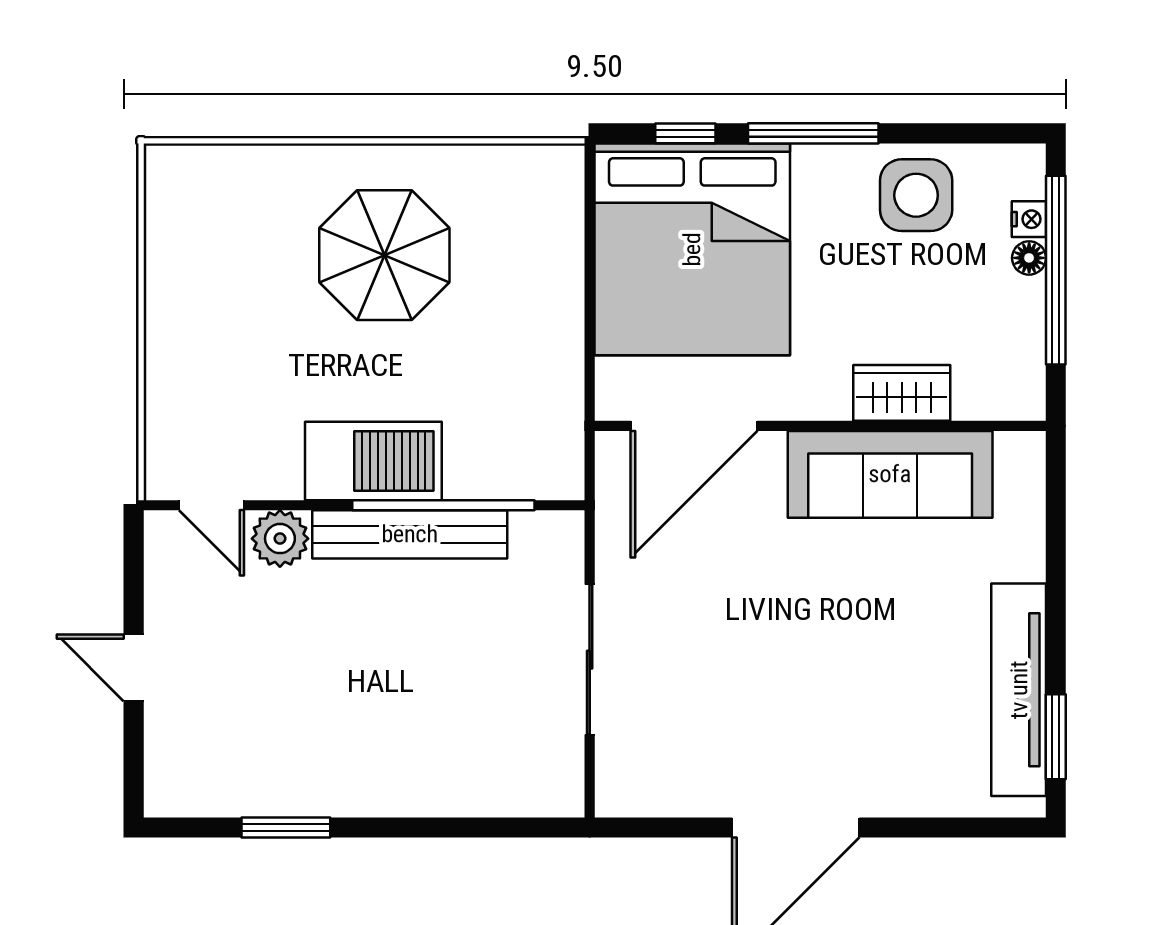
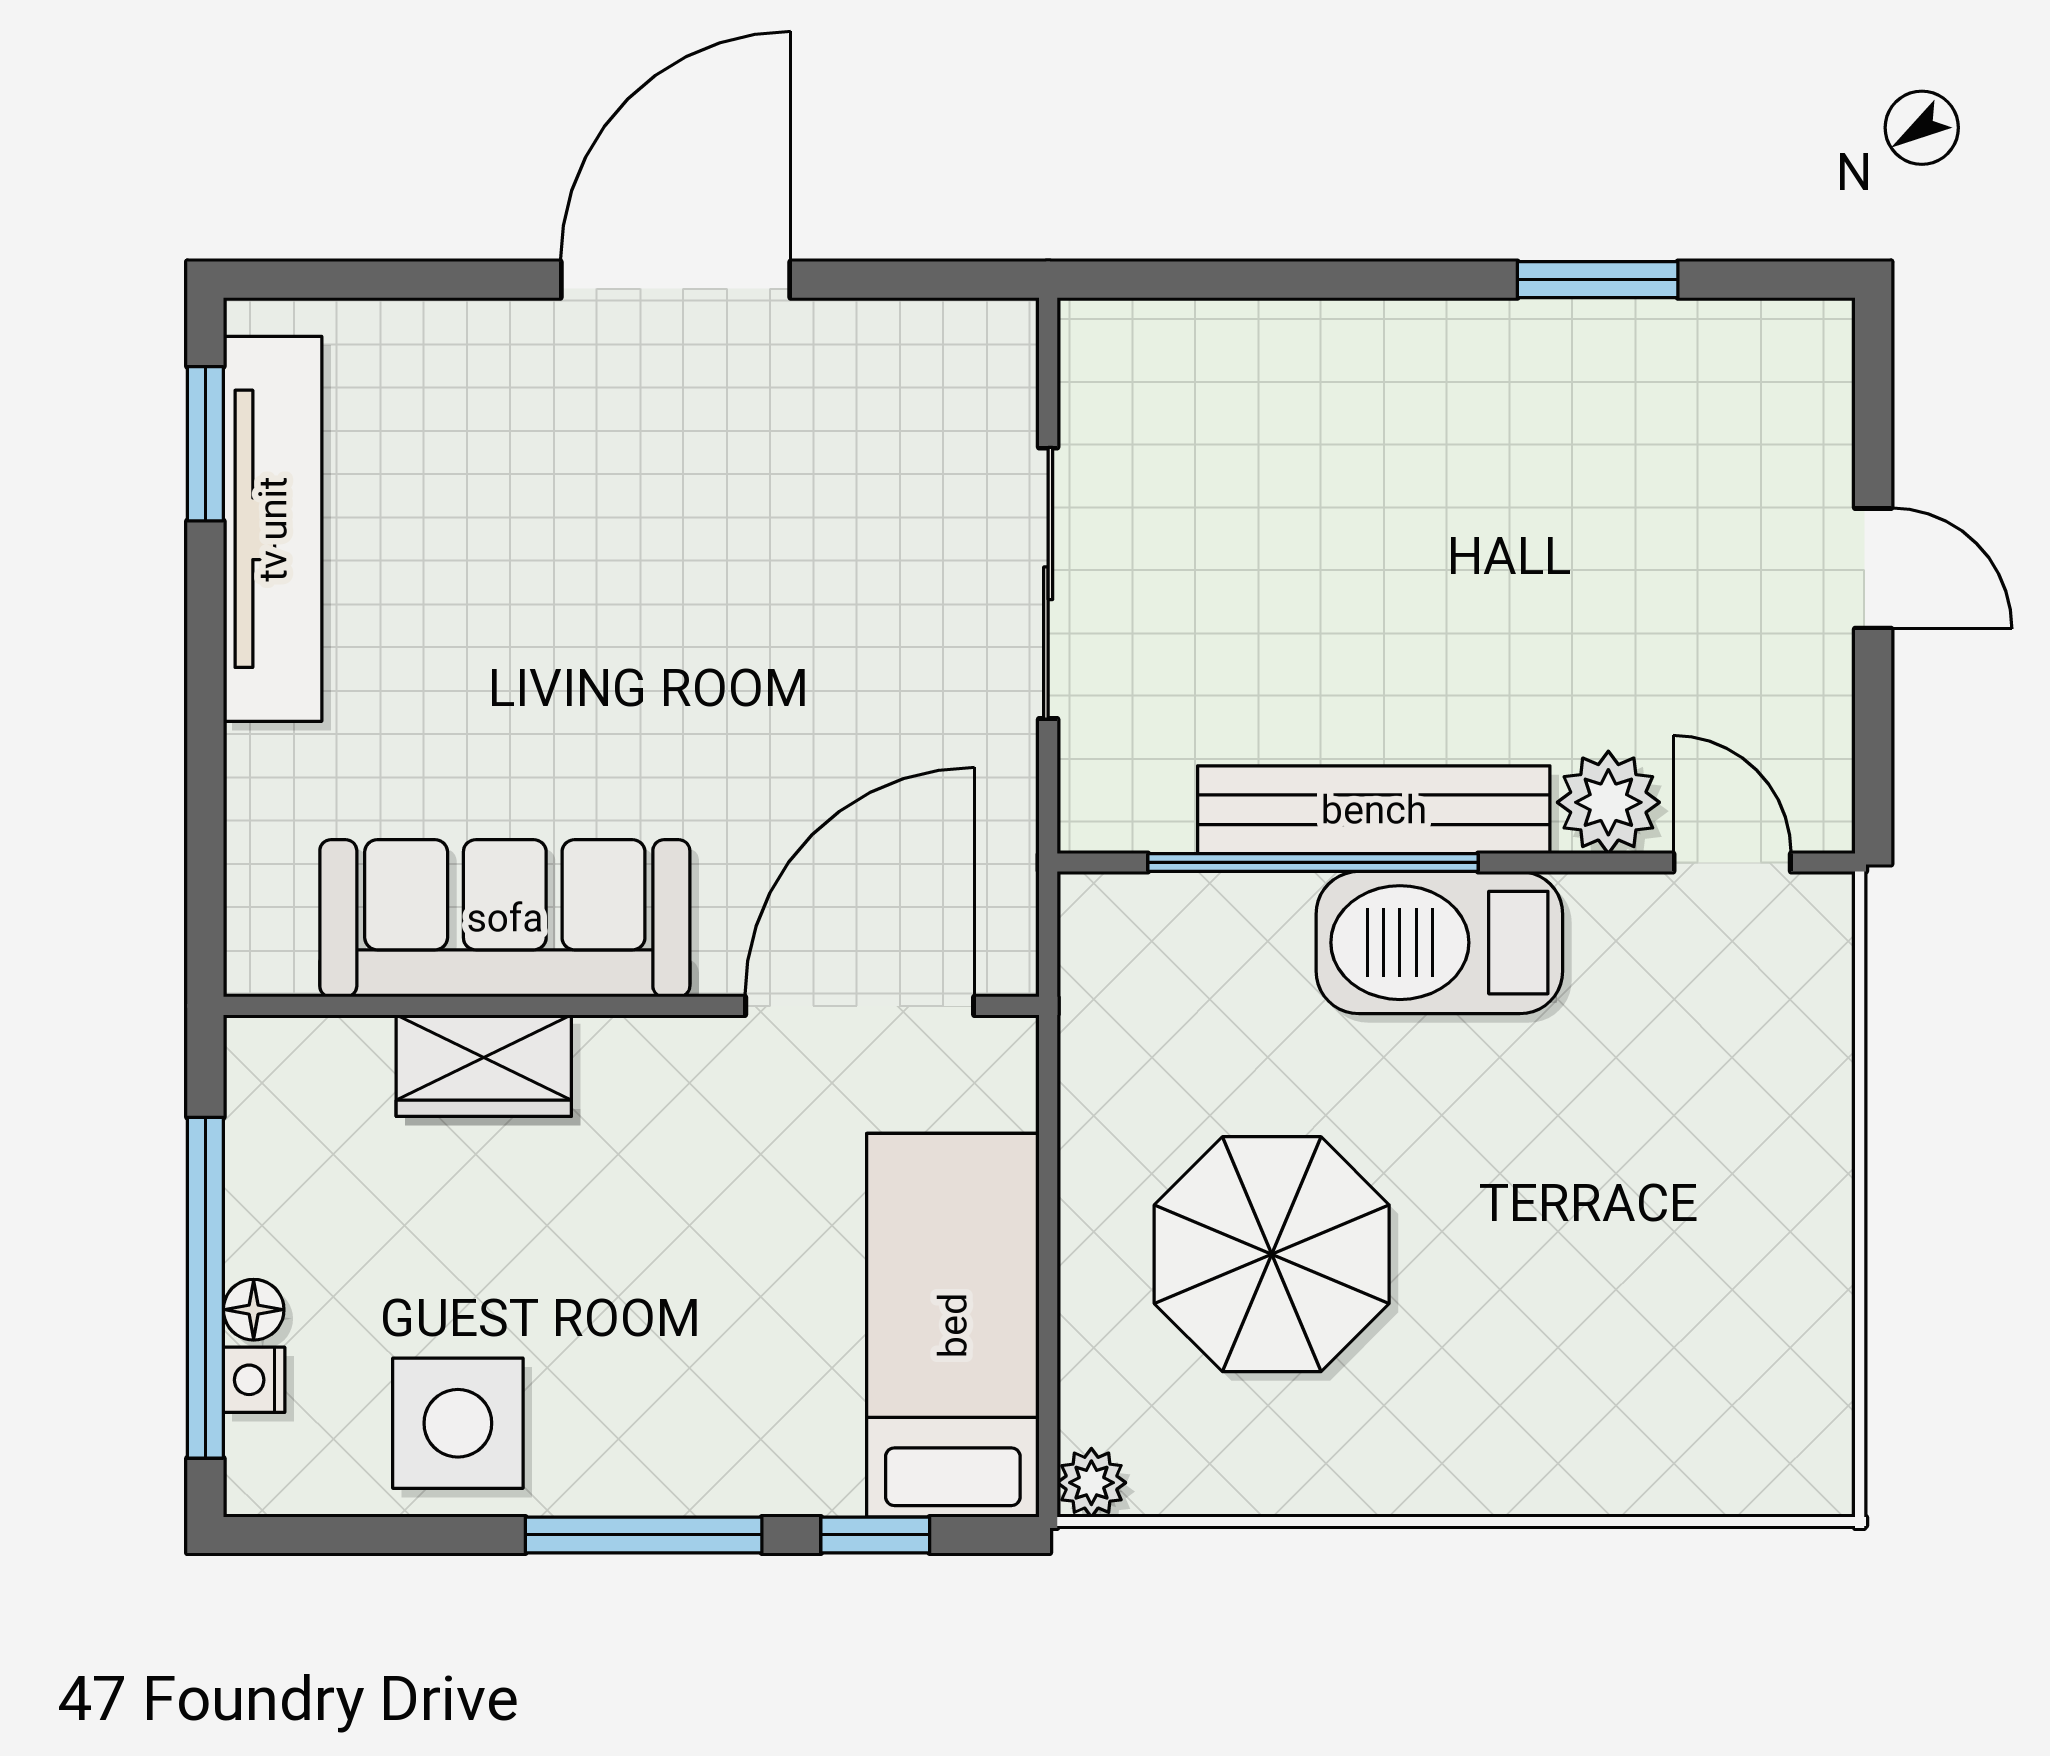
plant: (566, 162) -> (1091, 1483), added
bed: (692, 249) -> (953, 1325), width x0.49
parasol: (384, 255) -> (1272, 1254), moved

